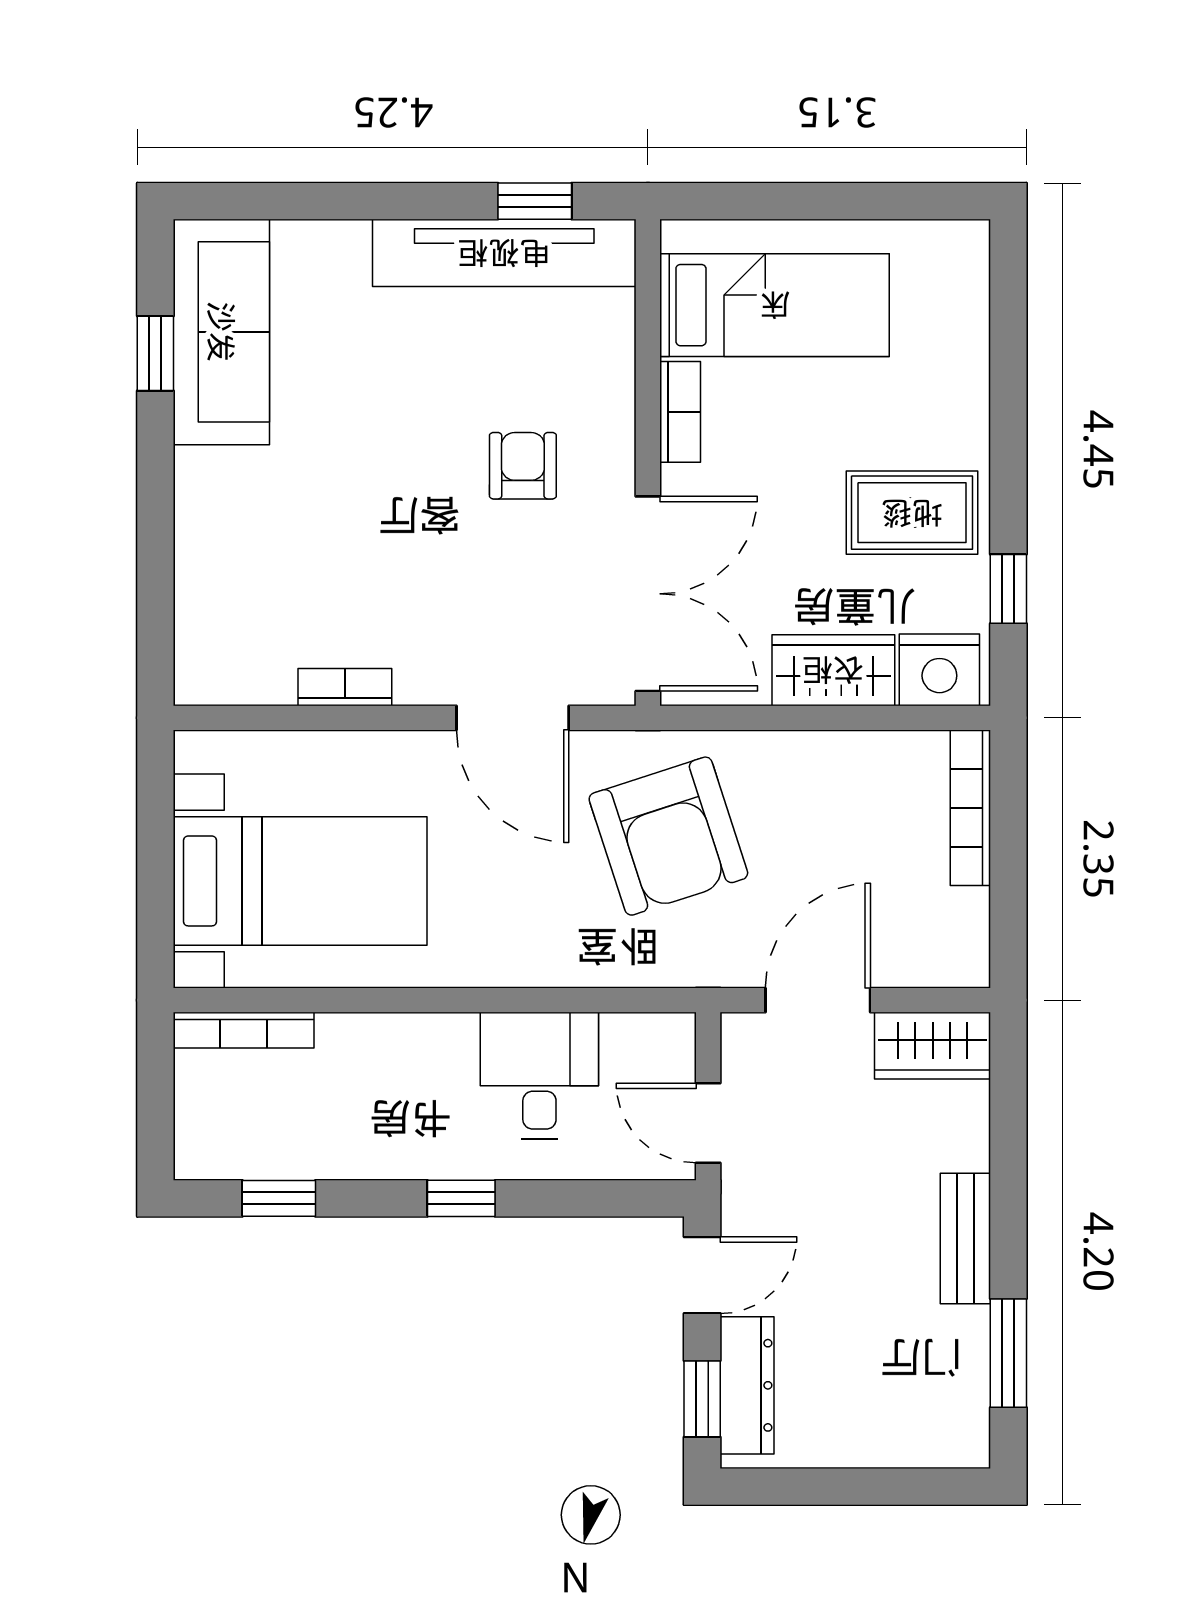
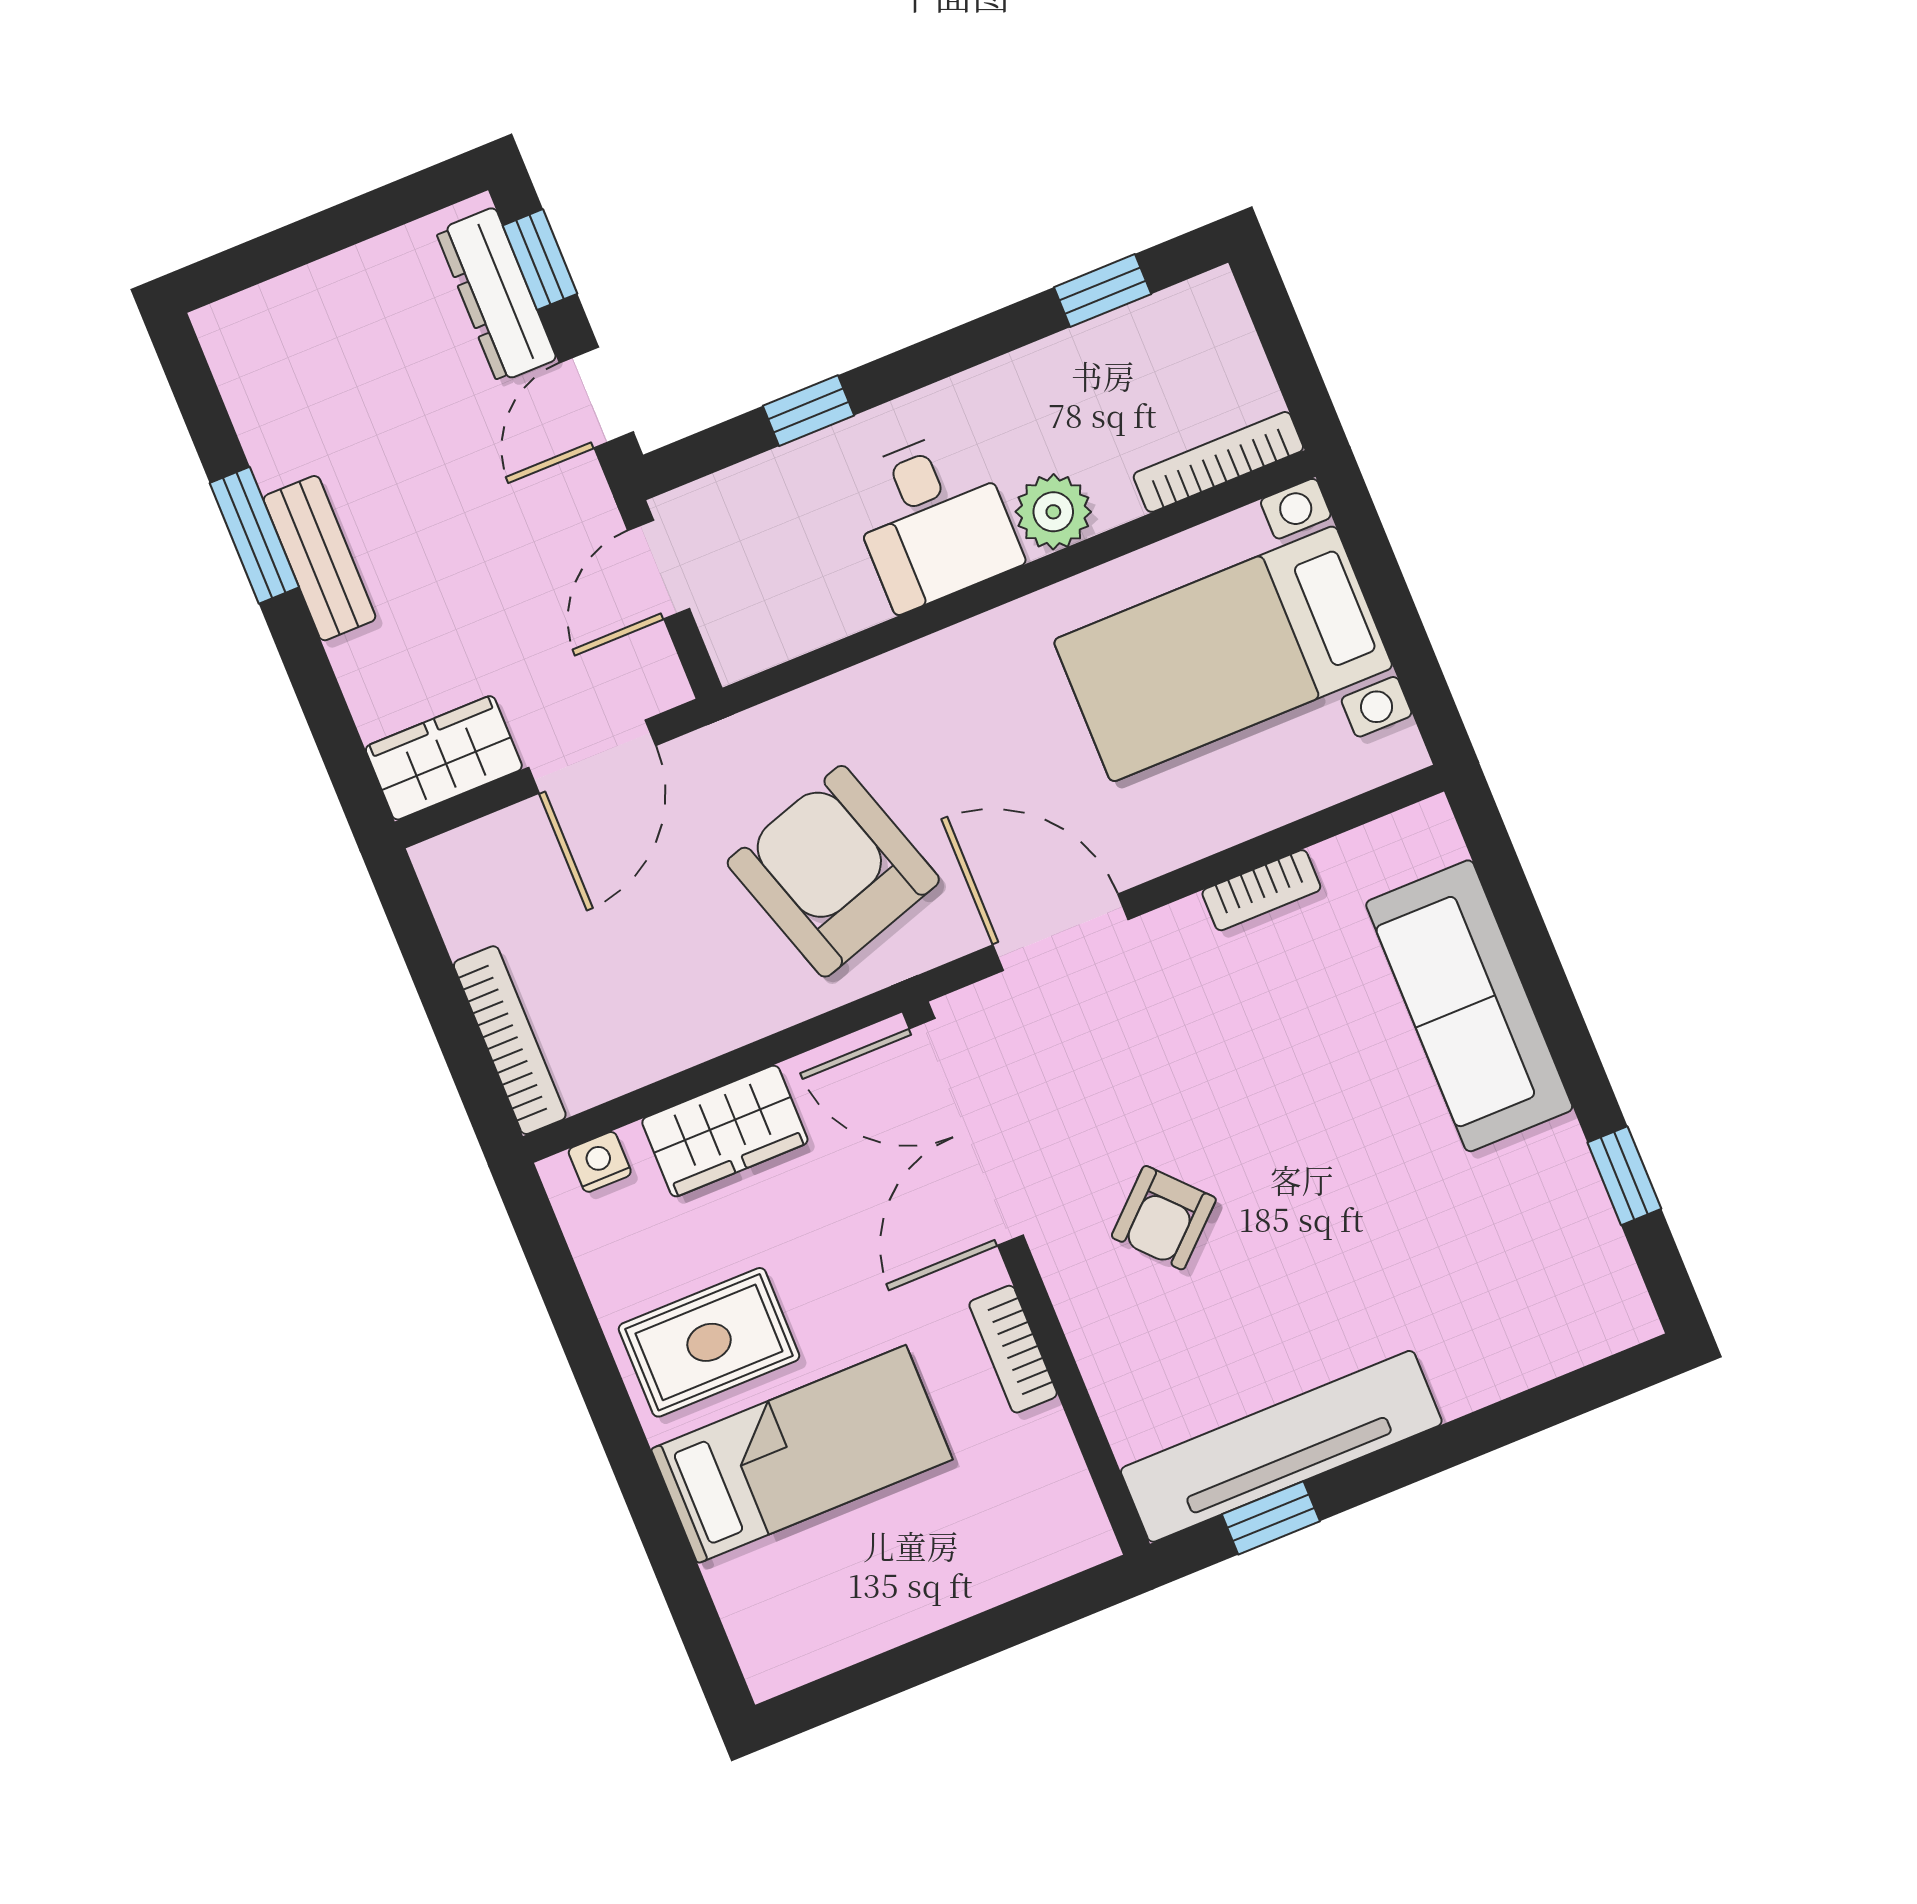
bed: (775, 305) -> (802, 1454), moved, turned 180
sofa: (221, 332) -> (1469, 1006), moved
armchair: (523, 466) -> (1164, 1218), turned 47
window: (1008, 589) -> (567, 1301), removed
nightstand: (939, 670) -> (600, 1162), width x0.53, depth x0.56
plant: (386, 1044) -> (1053, 512), added
desk: (539, 1076) -> (933, 519), moved
door: (708, 1123) -> (659, 570), swing flipped
window: (461, 1198) -> (808, 411), moved
window: (1008, 1353) -> (254, 535), moved

